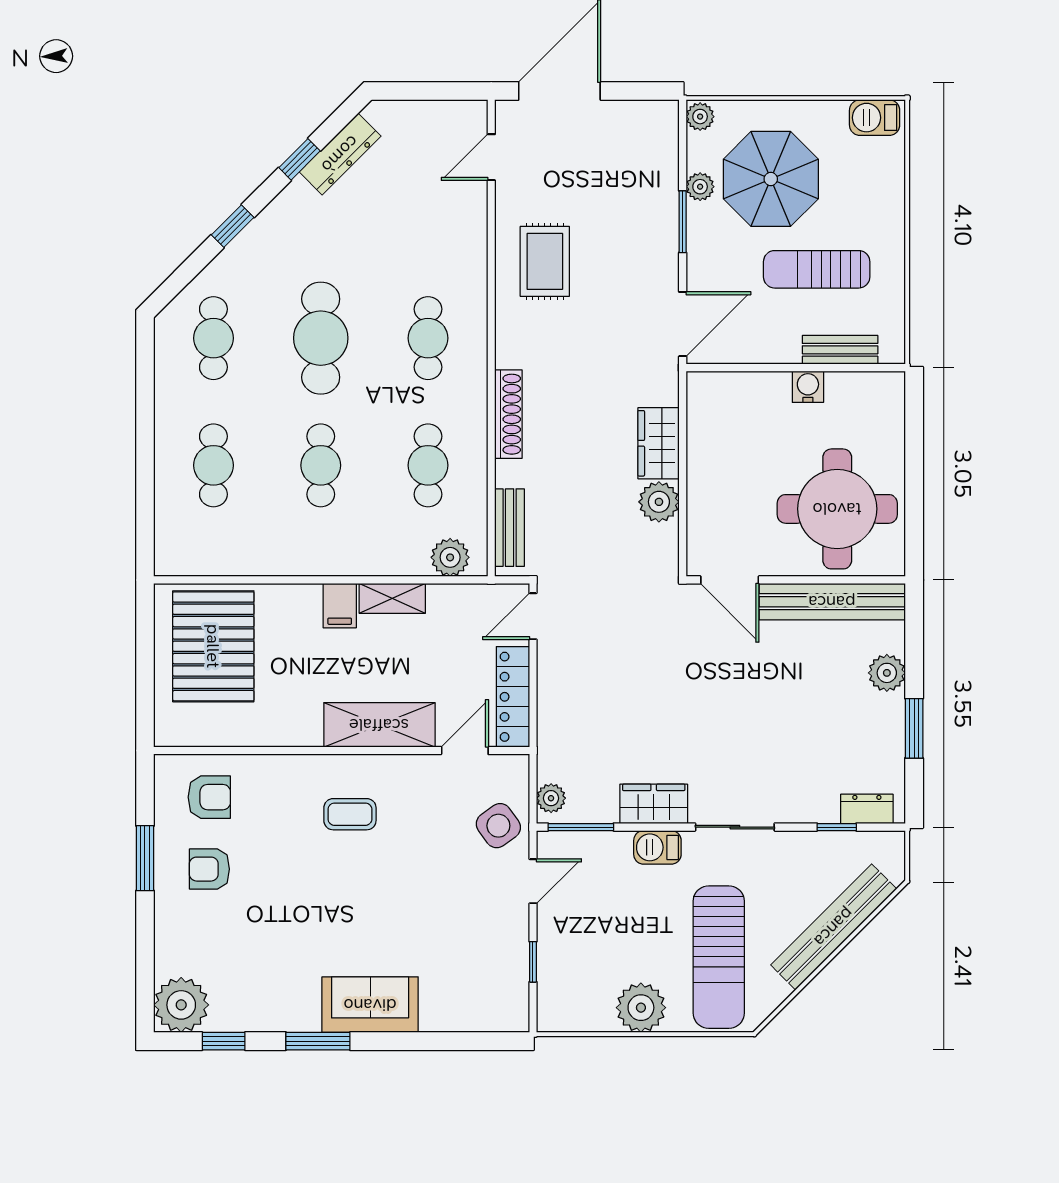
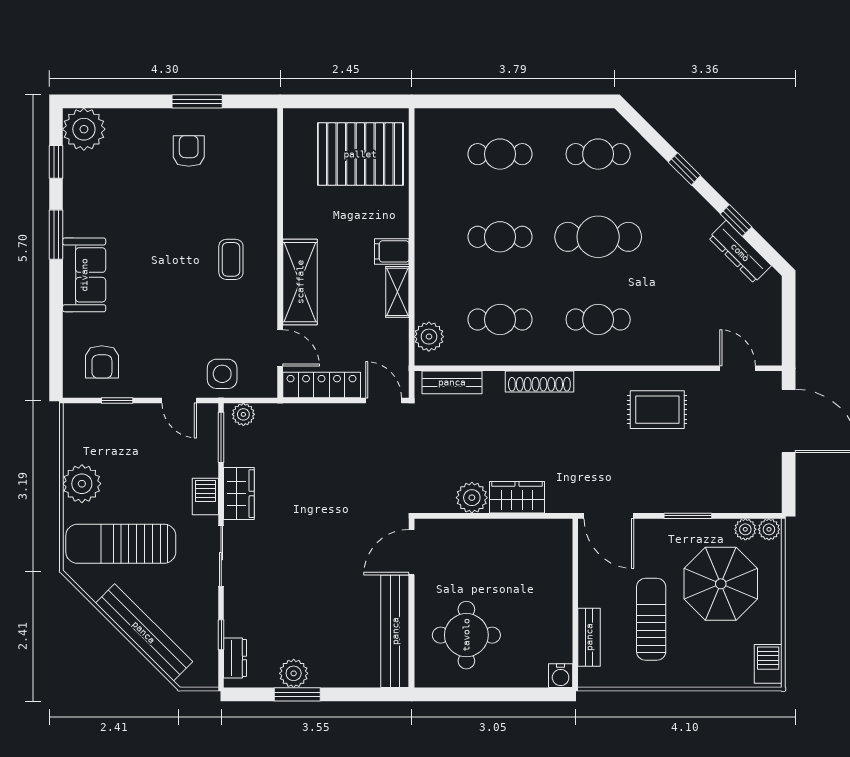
plant: (700, 187) -> (745, 529), moved
water cooler: (808, 387) -> (561, 676), moved, turned 90
round table: (837, 509) -> (466, 635), width x0.73, depth x0.73
plant: (887, 673) -> (294, 673), moved
armchair: (209, 797) -> (102, 362), moved
side table: (498, 826) -> (222, 374), turned 36

